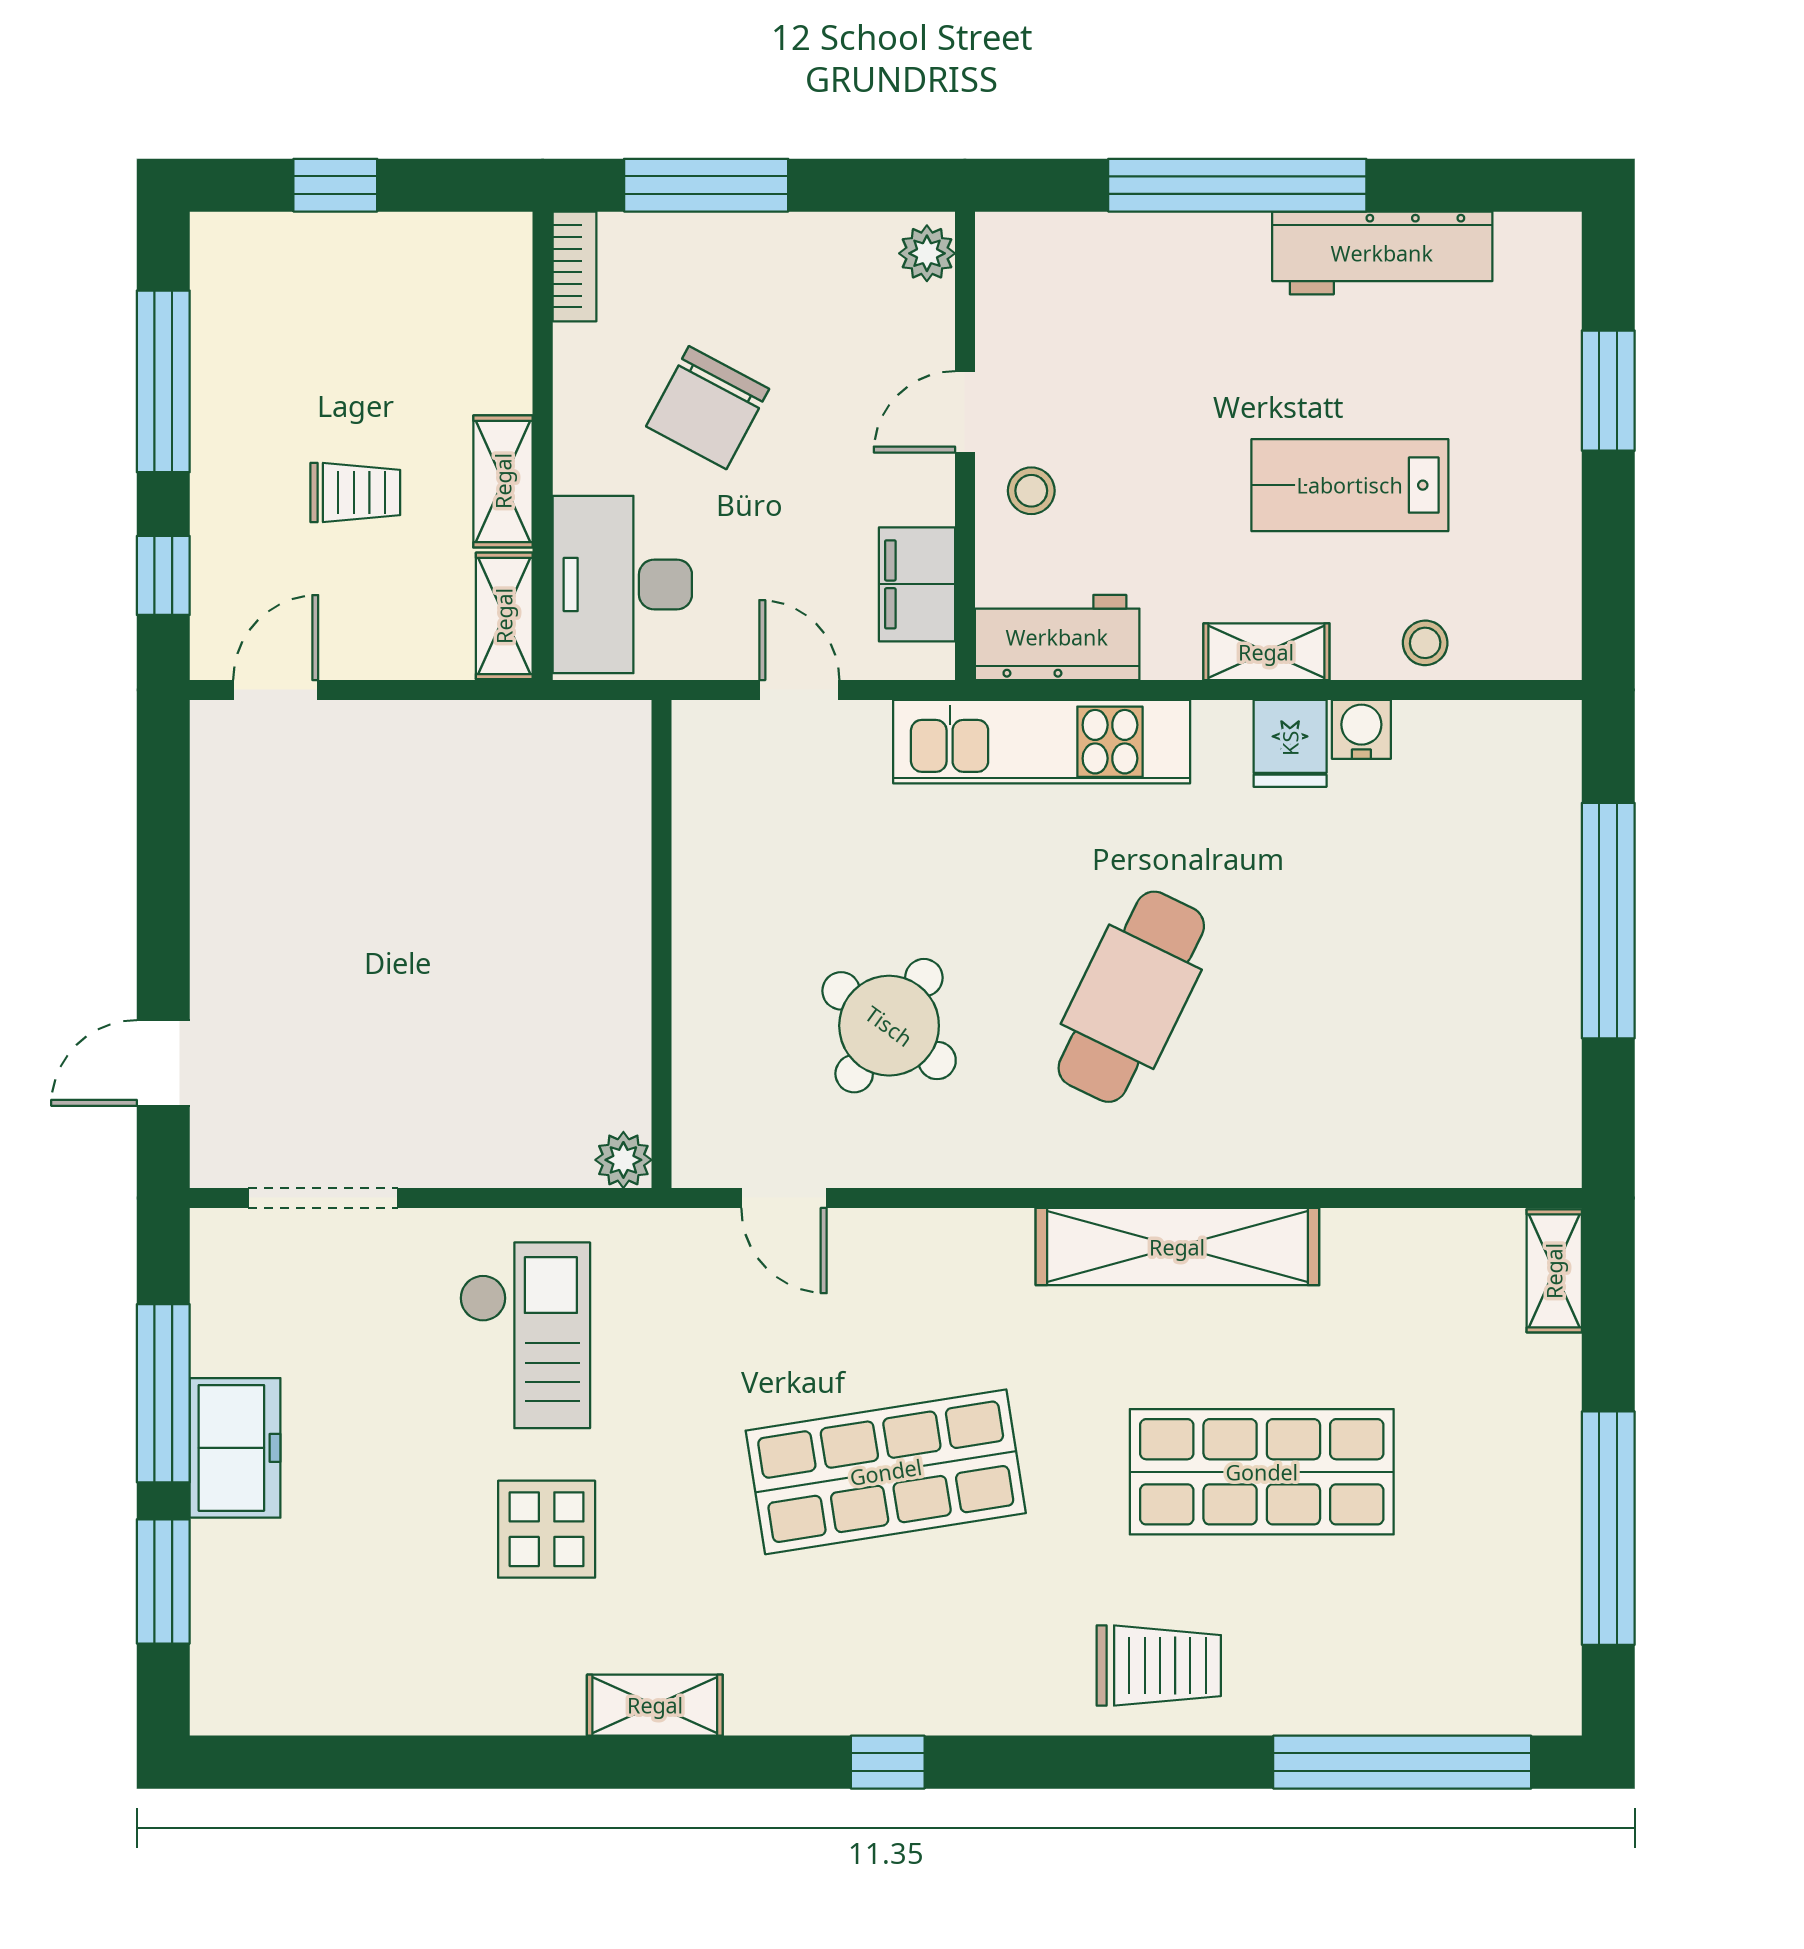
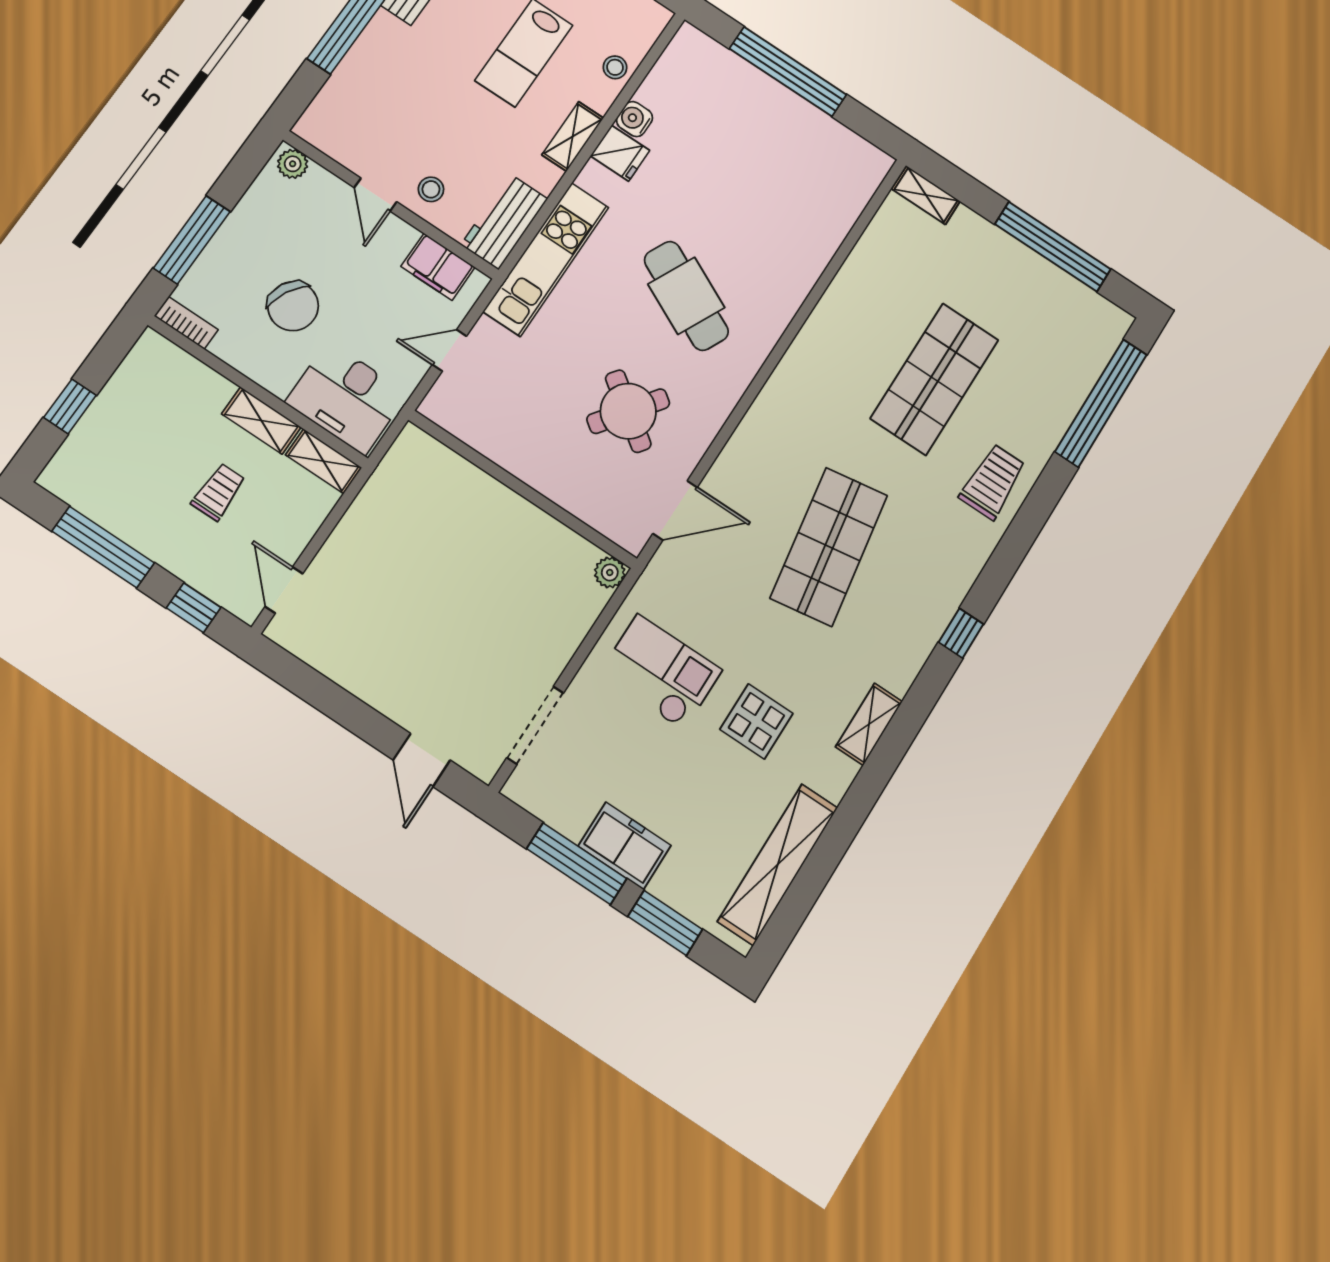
door: (784, 1198) -> (675, 510), width x1.37
shelving: (1177, 1247) -> (778, 864), moved

